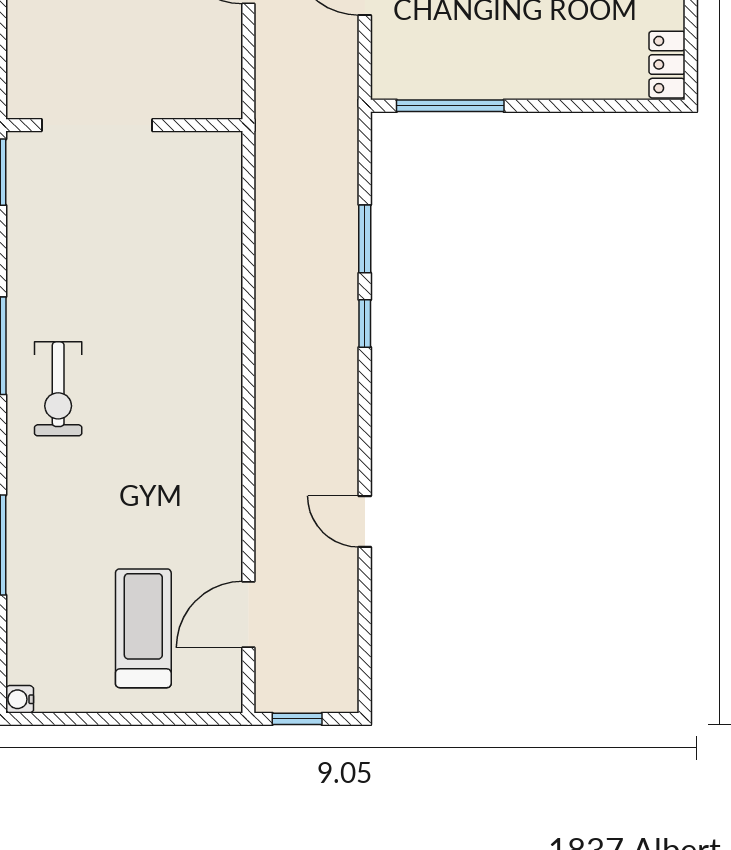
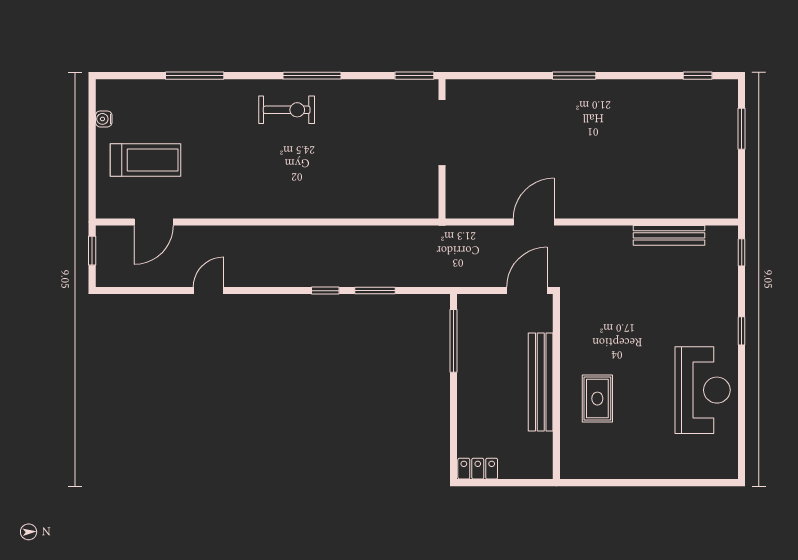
exercise bike: (58, 389) -> (287, 110), turned 180
door: (248, 614) -> (154, 222), swing flipped
water cooler: (20, 699) -> (104, 119), moved, turned -90

